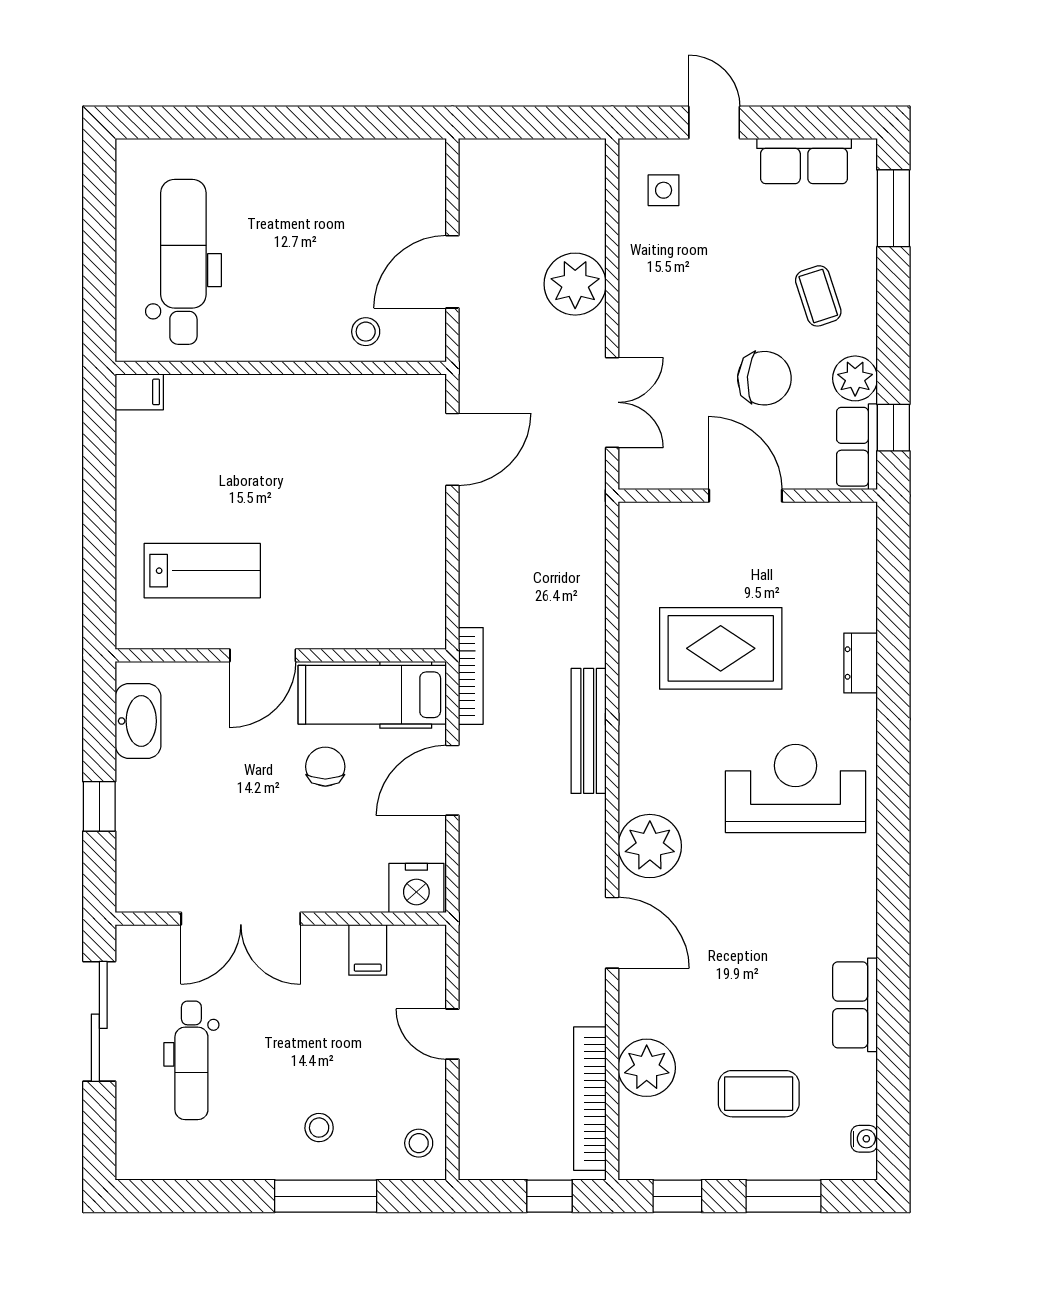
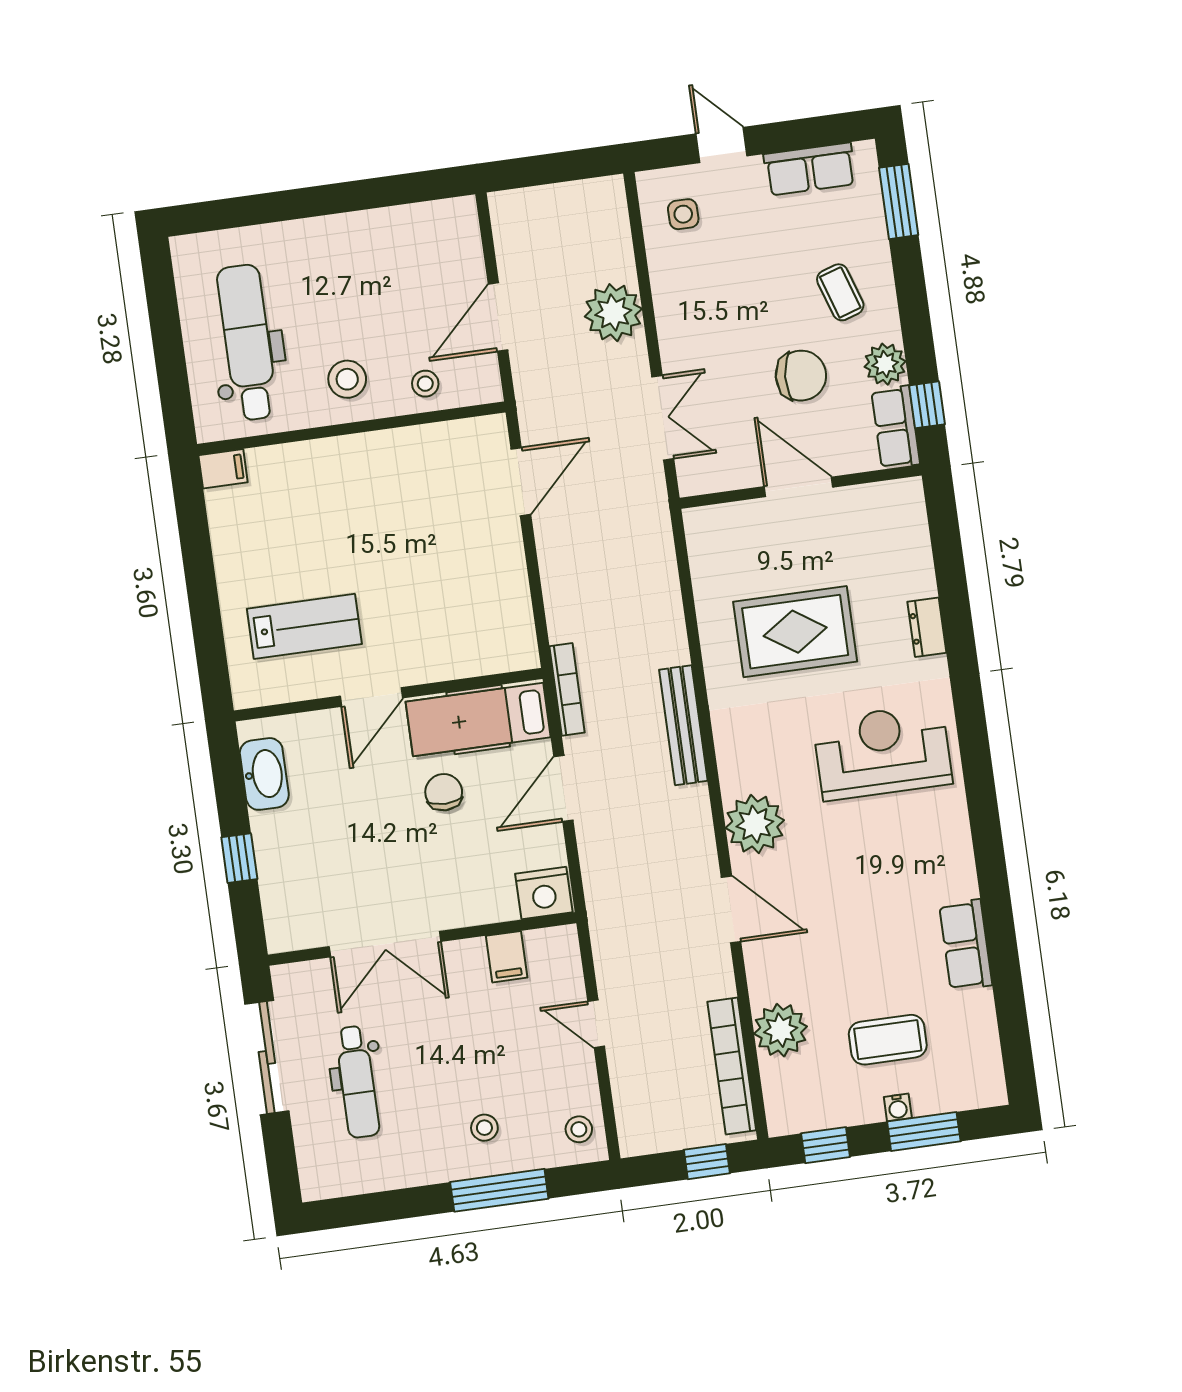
stool: (284, 315) -> (347, 379), added
water cooler: (864, 1139) -> (898, 1107), moved, turned 90

